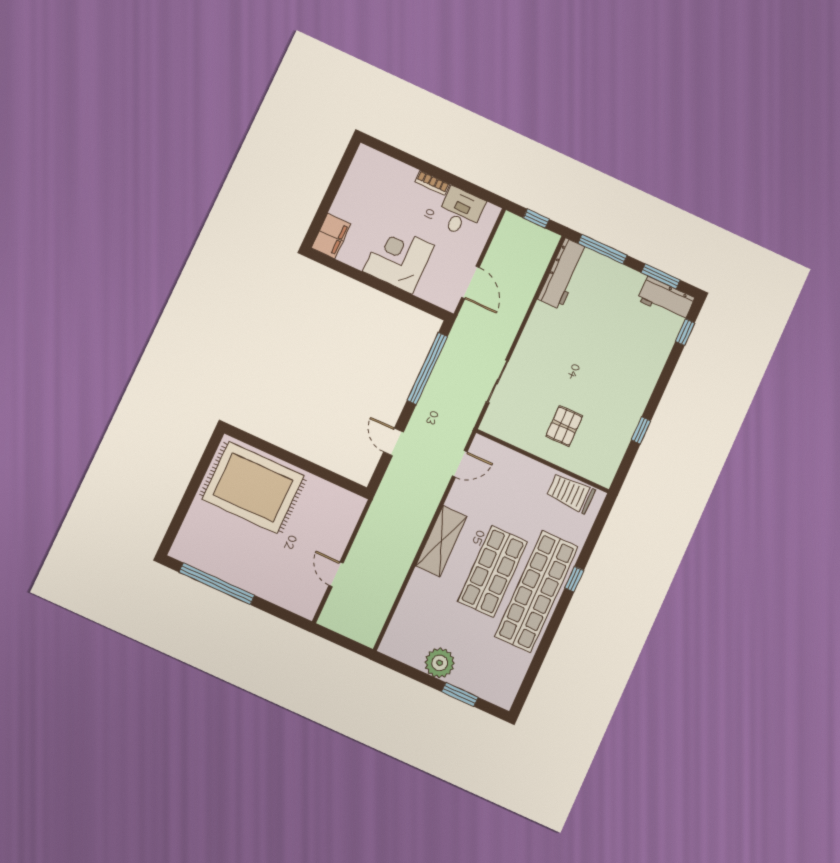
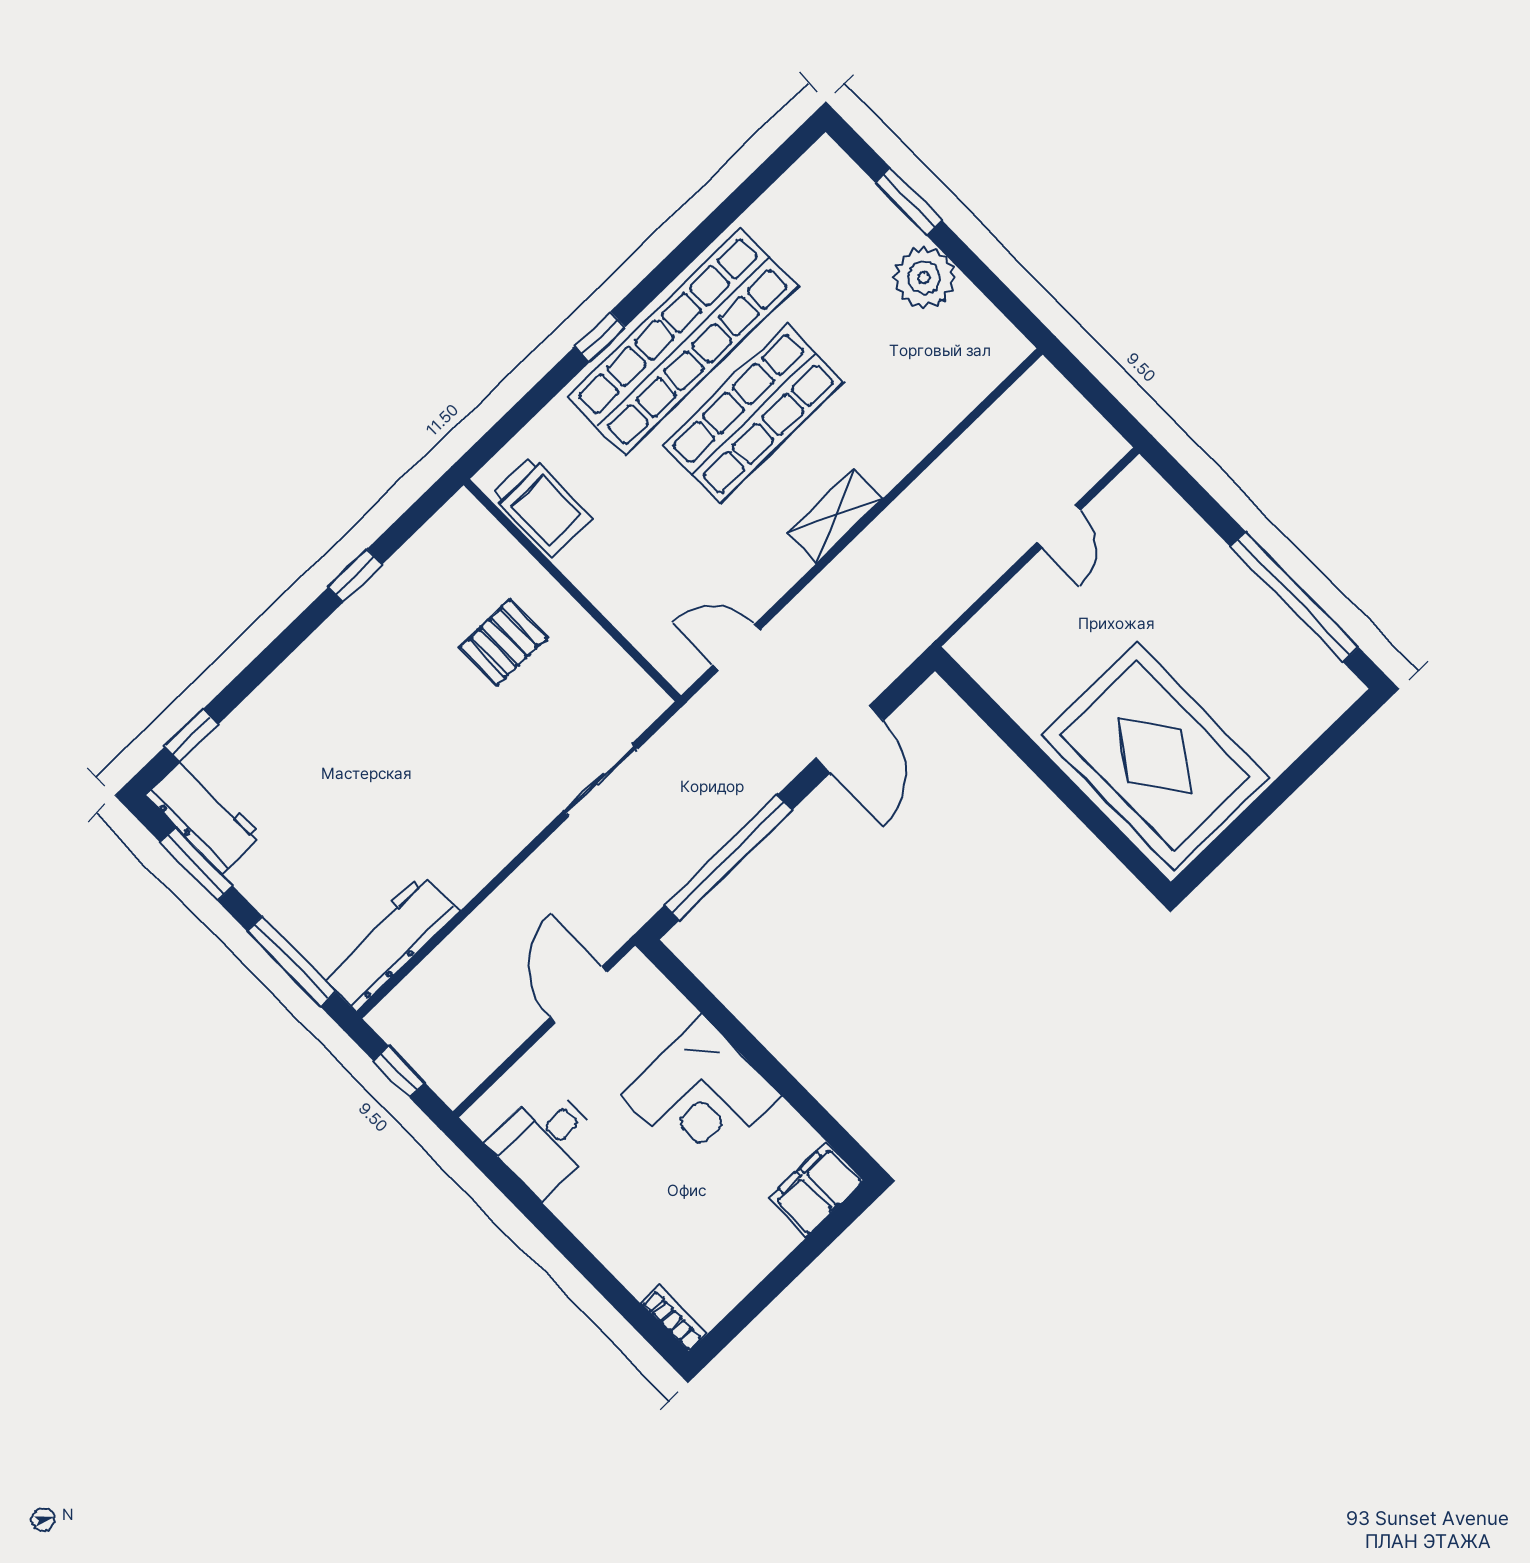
bookcase: (432, 183) -> (674, 1319), moved
door: (393, 442) -> (849, 739), width x1.38
shelving: (441, 541) -> (835, 516), width x0.67, depth x0.75

